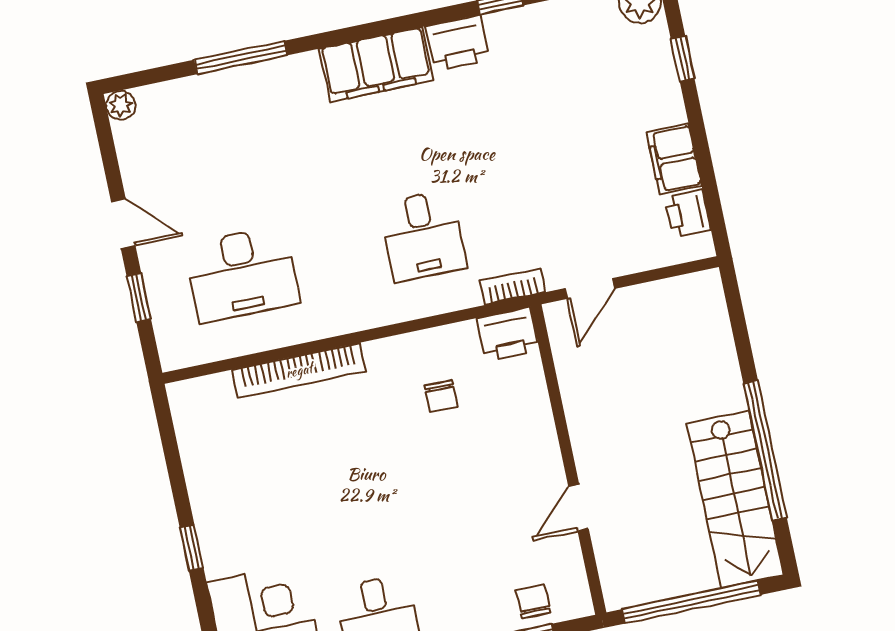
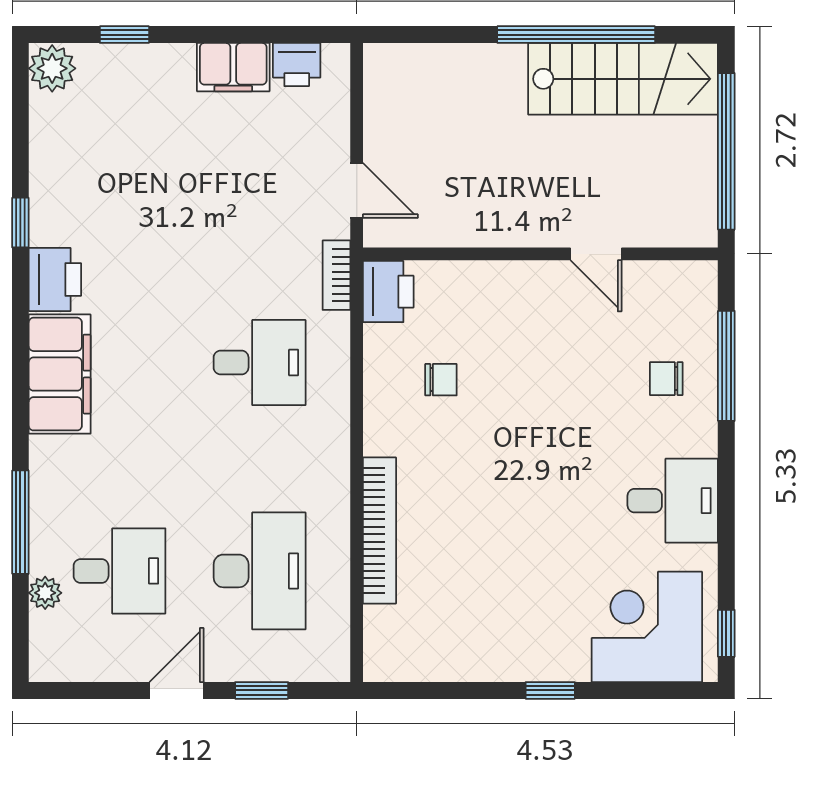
plant: (121, 105) -> (45, 593), moved
desk: (216, 152) -> (120, 571), added
chair: (533, 601) -> (666, 379), moved

